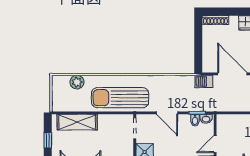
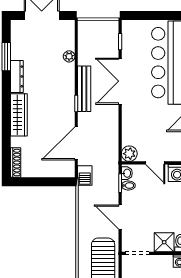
door: (167, 113) -> (120, 217), swing flipped
plant: (223, 121) -> (129, 154), added

